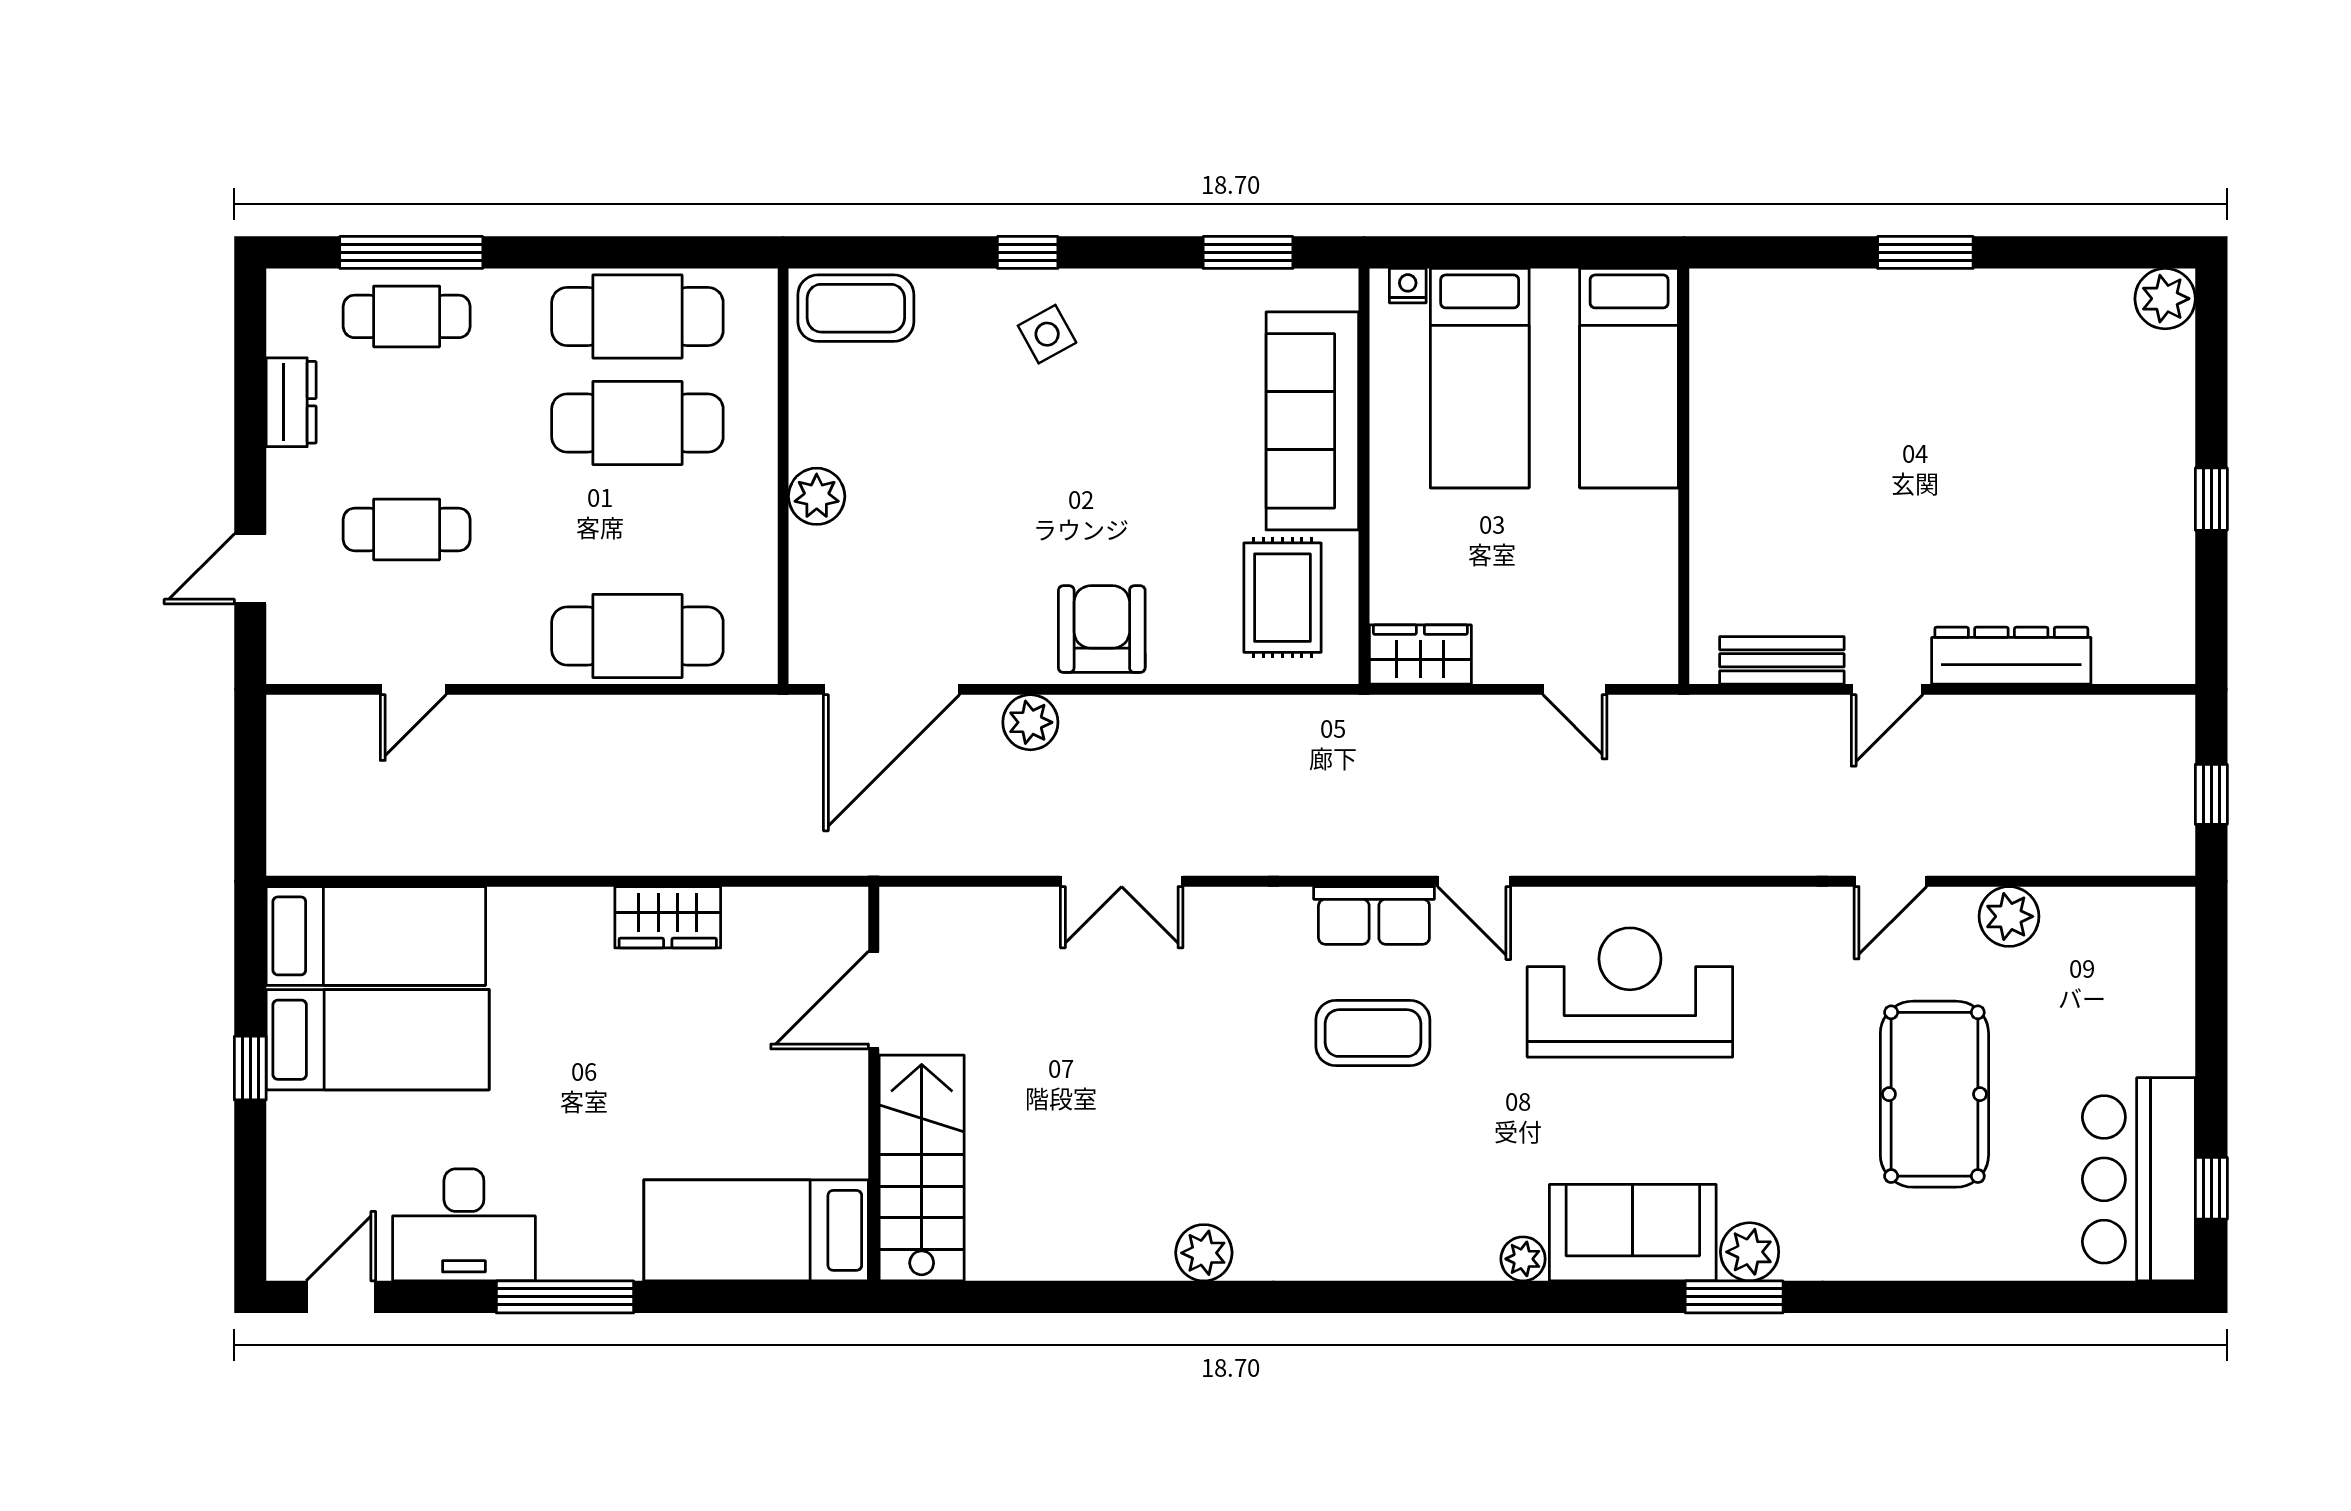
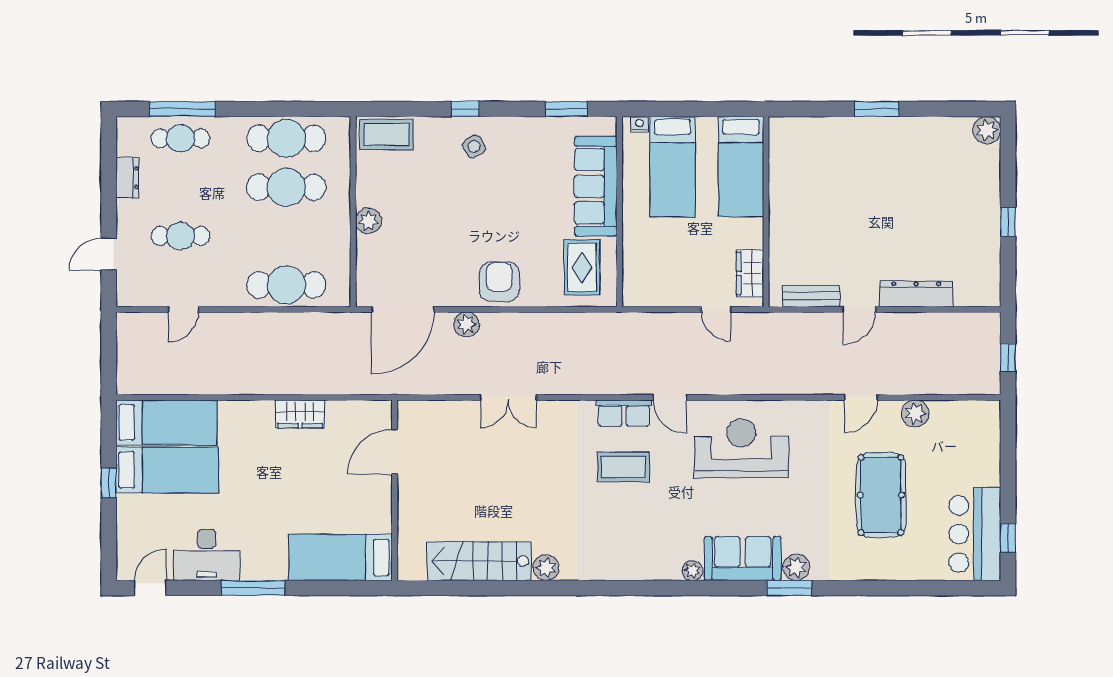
wardrobe: (1420, 654) -> (750, 273), moved, turned -90
stairs: (922, 1168) -> (479, 561), moved, turned -90

